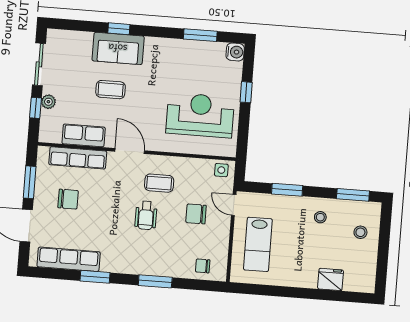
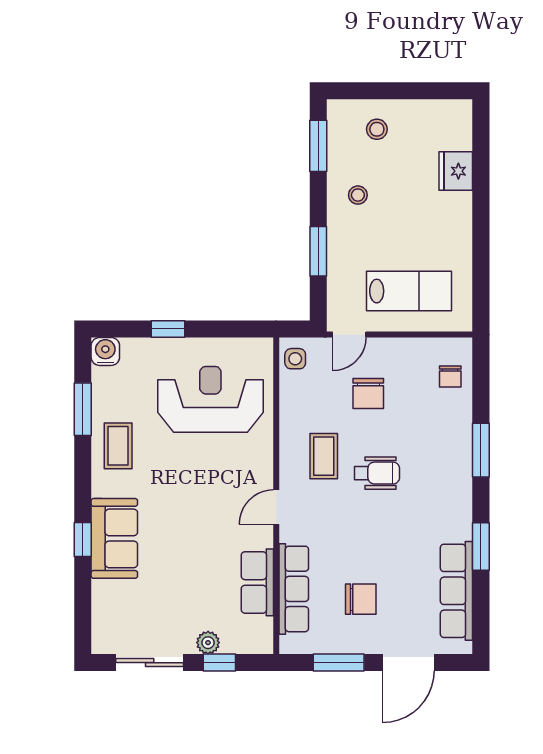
coffee table: (111, 90) -> (118, 446), moved
reception desk: (200, 115) -> (210, 399), turned 90
door: (130, 151) -> (276, 507), width x0.73
chair: (68, 199) -> (361, 599), turned 90

